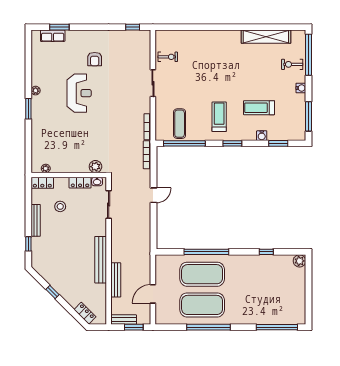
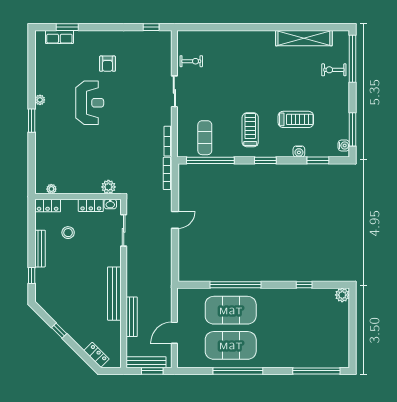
water cooler: (301, 88) -> (344, 145), moved
treadmill: (259, 108) -> (296, 119), turned 180
bench: (124, 320) -> (146, 362), width x1.36

